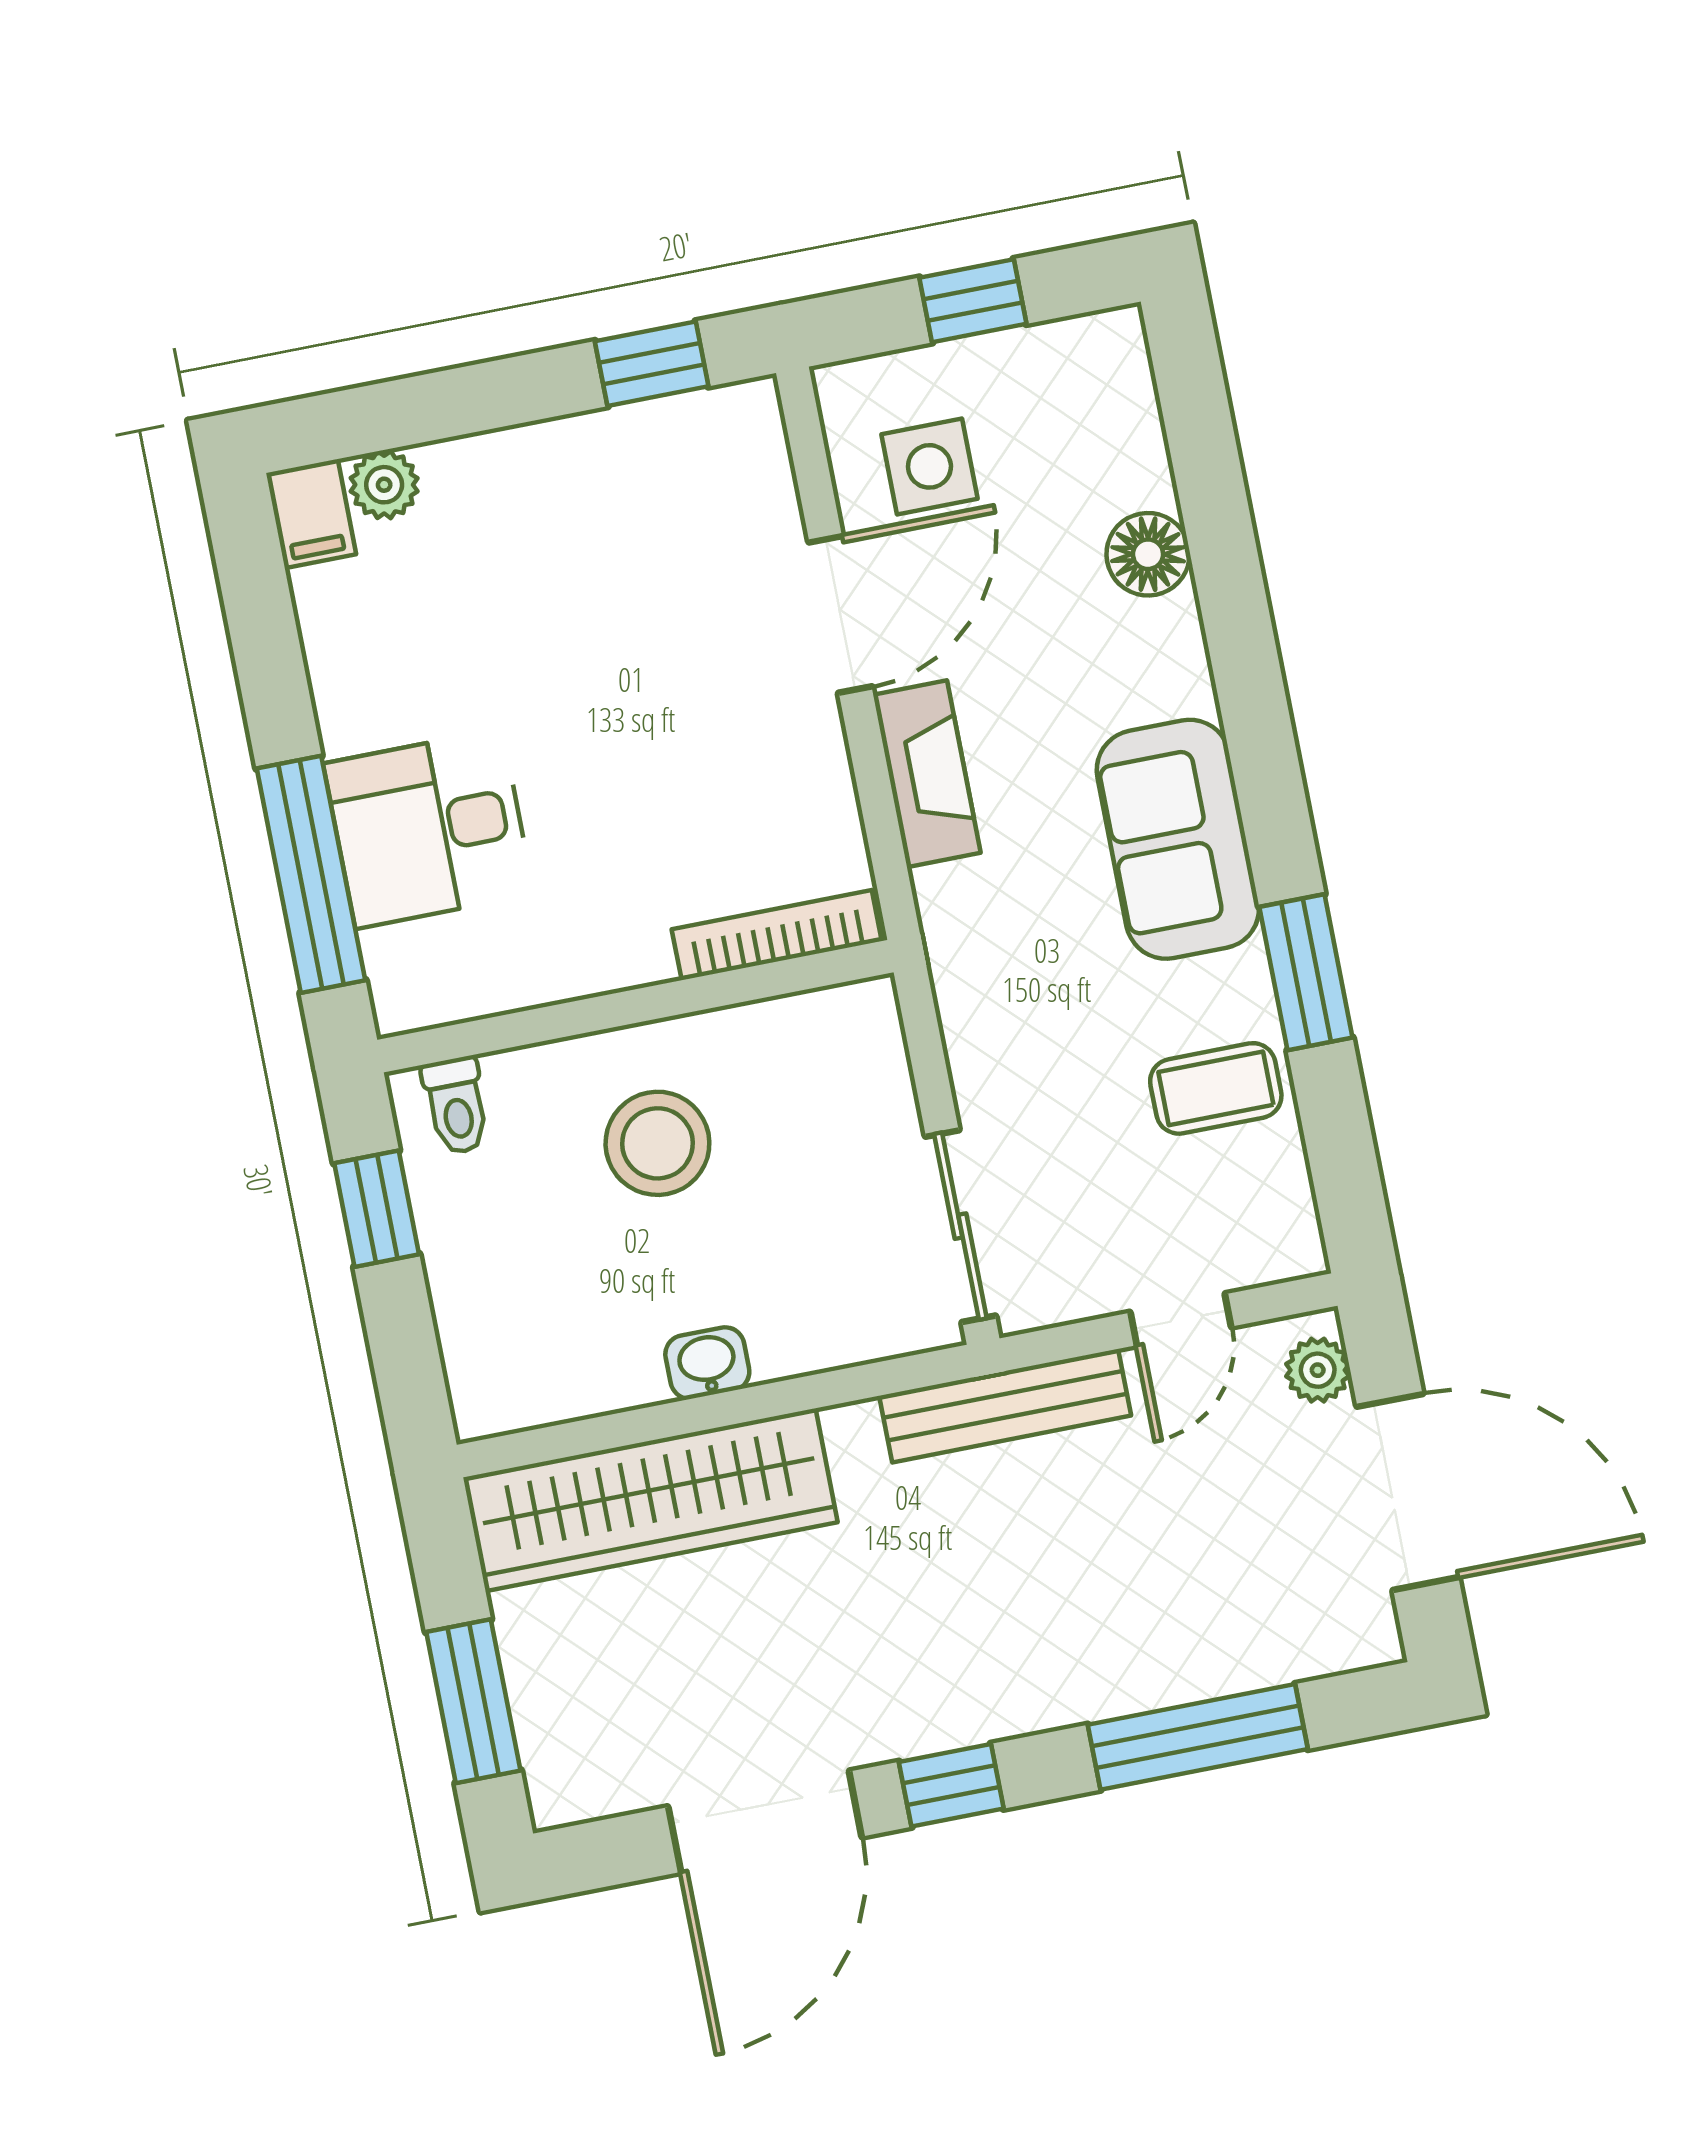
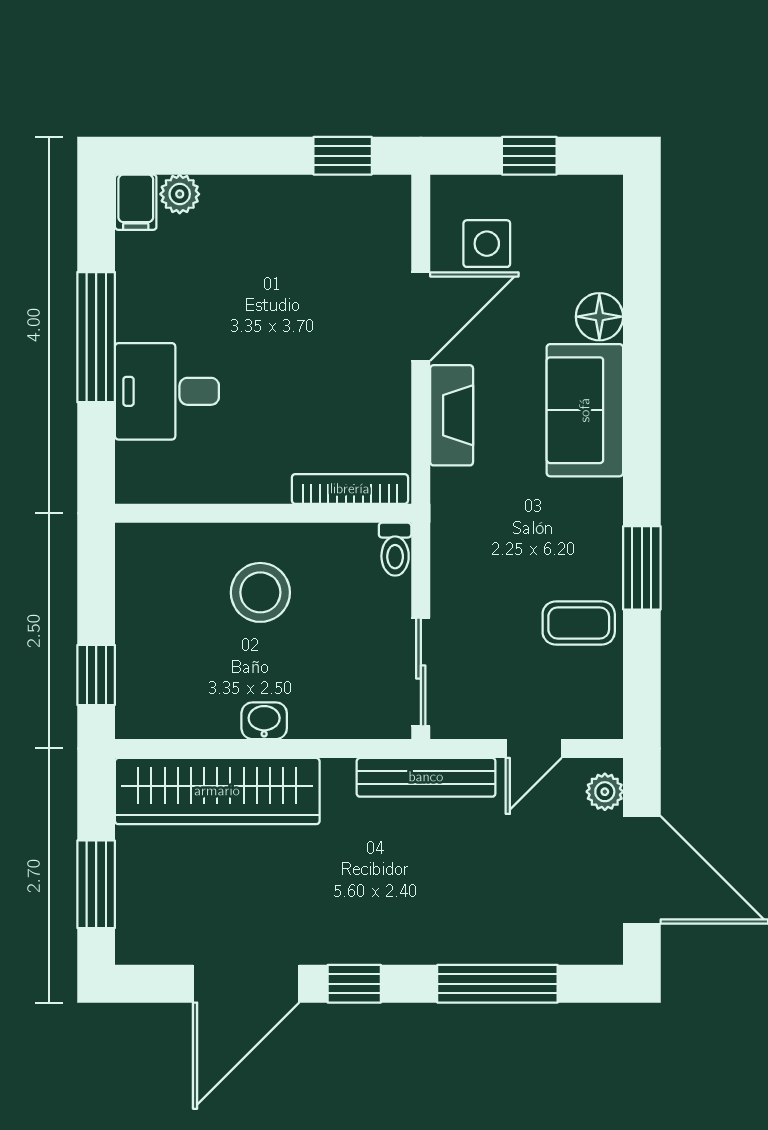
sofa: (1178, 839) -> (585, 410), moved
window: (311, 874) -> (96, 337), moved
toilet: (456, 1106) -> (395, 549), moved
window: (377, 1209) -> (96, 675), moved

